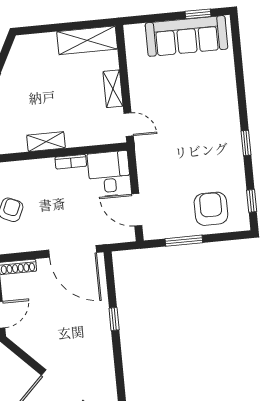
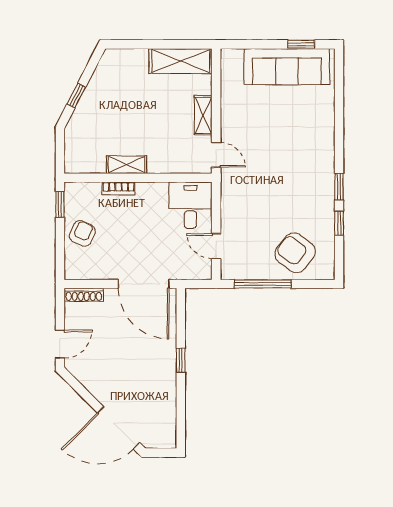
bookcase: (71, 162) -> (118, 188), moved
window: (252, 201) -> (339, 223), moved
armchair: (211, 209) -> (295, 253), turned -52
door: (137, 210) -> (216, 246), width x0.73
window: (184, 241) -> (263, 284), width x1.44

